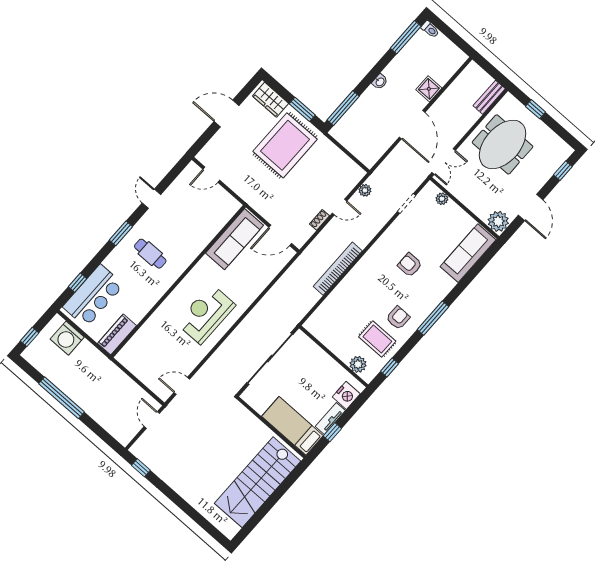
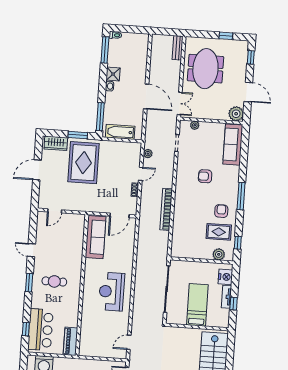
shower: (429, 89) -> (113, 74), moved
window: (536, 109) -> (226, 36), moved
bathtub: (352, 142) -> (120, 132), added
bed: (293, 426) -> (197, 305), moved, turned 90

